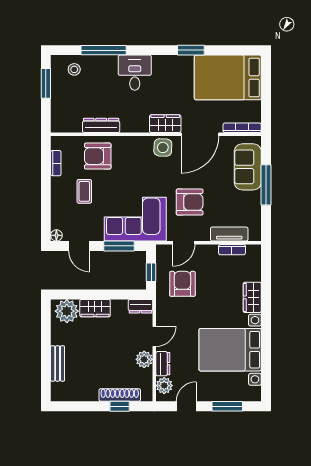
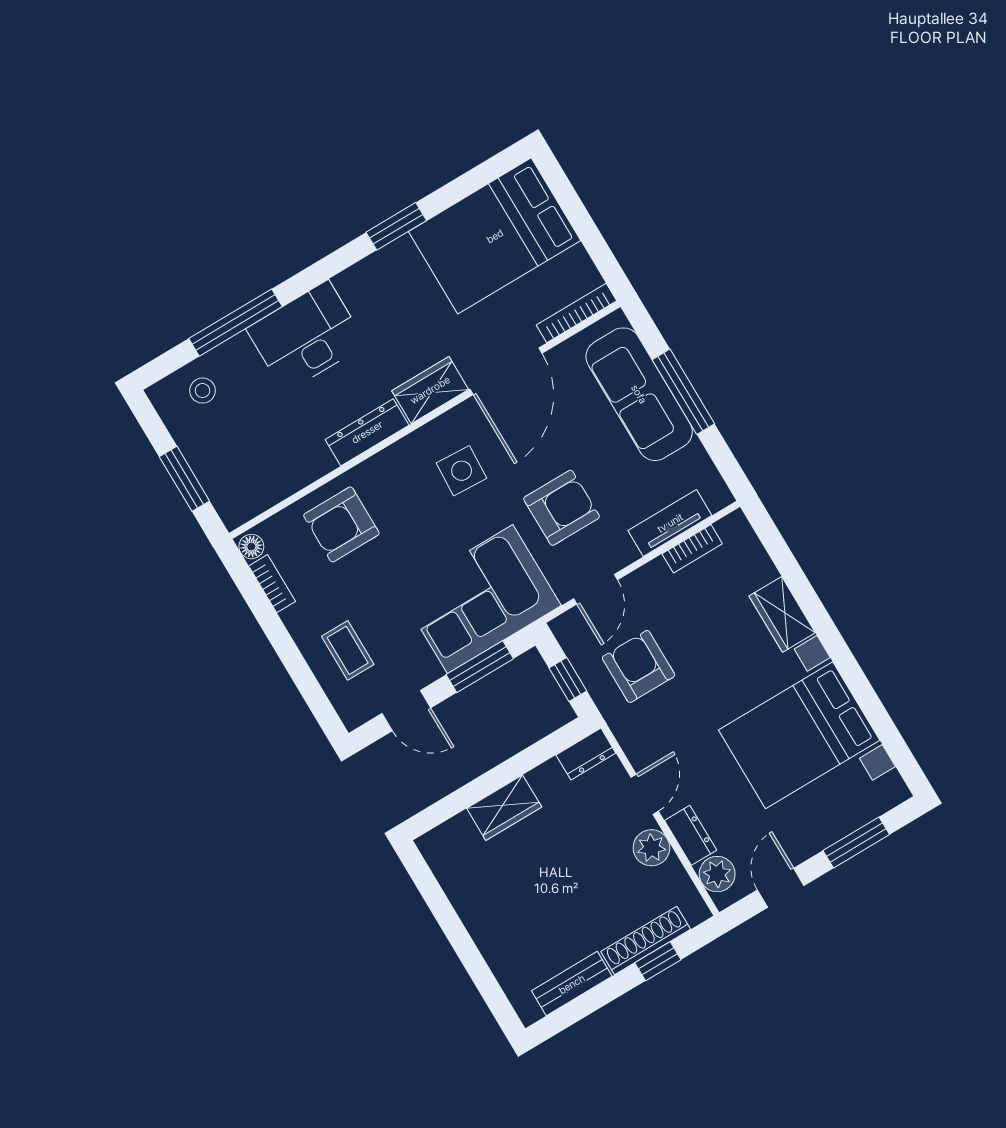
desk: (135, 73) -> (306, 336), width x1.37
window: (46, 83) -> (184, 479), moved
dresser: (101, 125) -> (367, 432), moved
side table: (163, 147) -> (462, 471), moved
sofa: (248, 167) -> (639, 394), width x1.36
coffee table: (84, 191) -> (348, 650), moved
floor lamp: (56, 235) -> (251, 547), moved
plant: (67, 311) -> (455, 844), removed
bench: (58, 363) -> (572, 984), moved, turned 90

